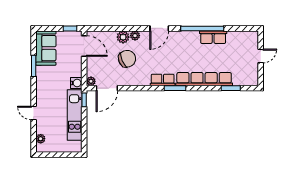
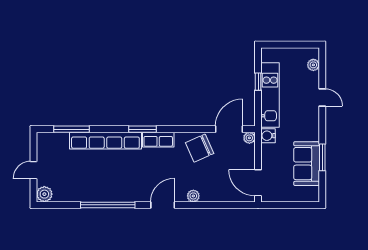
window: (70, 28) -> (276, 205), removed
plant: (123, 37) -> (44, 194), moved
row of seats: (213, 37) -> (94, 194), removed
sofa: (46, 48) -> (307, 164), moved
chair: (127, 59) -> (200, 148), moved
window: (231, 88) -> (72, 129), width x1.44
window: (84, 100) -> (258, 82), moved

